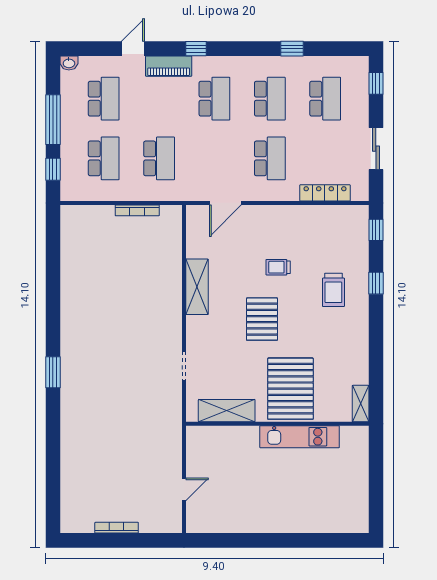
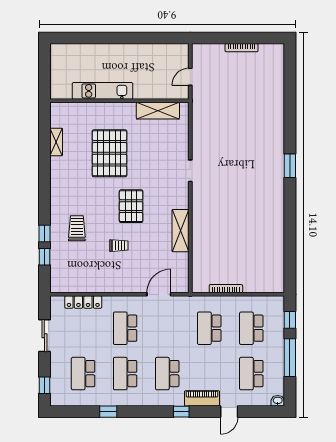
window: (376, 230) -> (44, 257), moved
shelving: (227, 411) -> (158, 111), moved
wall: (277, 424) -> (119, 101), moved
kitchen unit: (300, 437) -> (103, 91), moved

